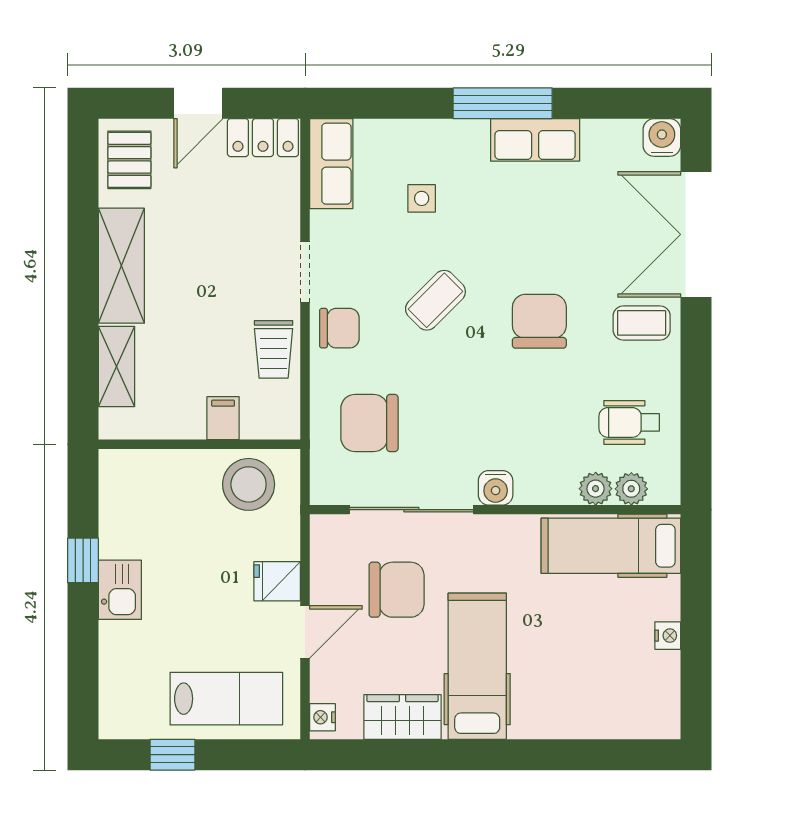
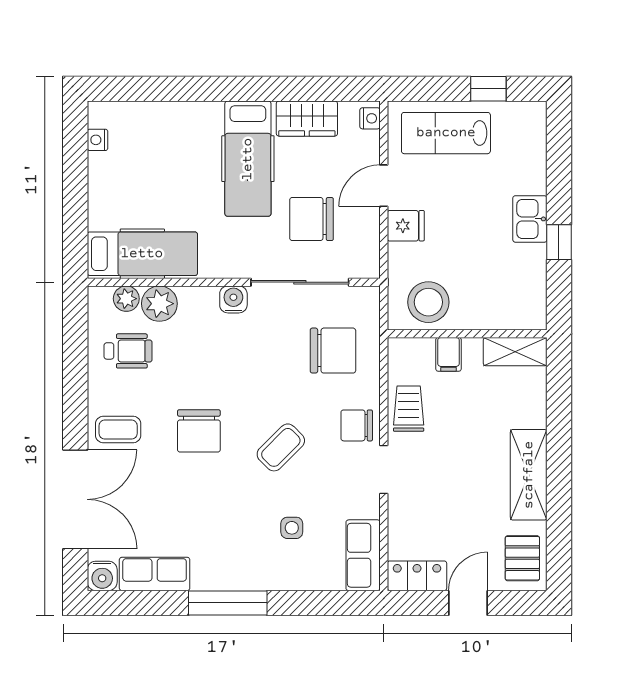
row of seats: (535, 140) -> (155, 574), moved
shelving: (117, 366) -> (515, 352), moved, turned 90
plant: (596, 489) -> (159, 304), width x1.38, depth x1.38
nightstand: (668, 636) -> (98, 140), moved

